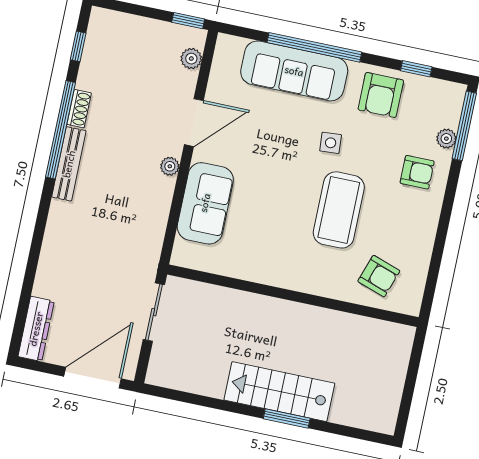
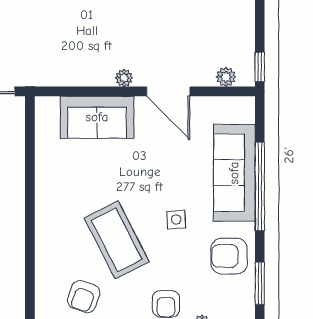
window: (416, 69) -> (260, 283), width x1.50
coffee table: (339, 210) -> (117, 240), turned 63
armchair: (379, 276) -> (84, 297), moved

